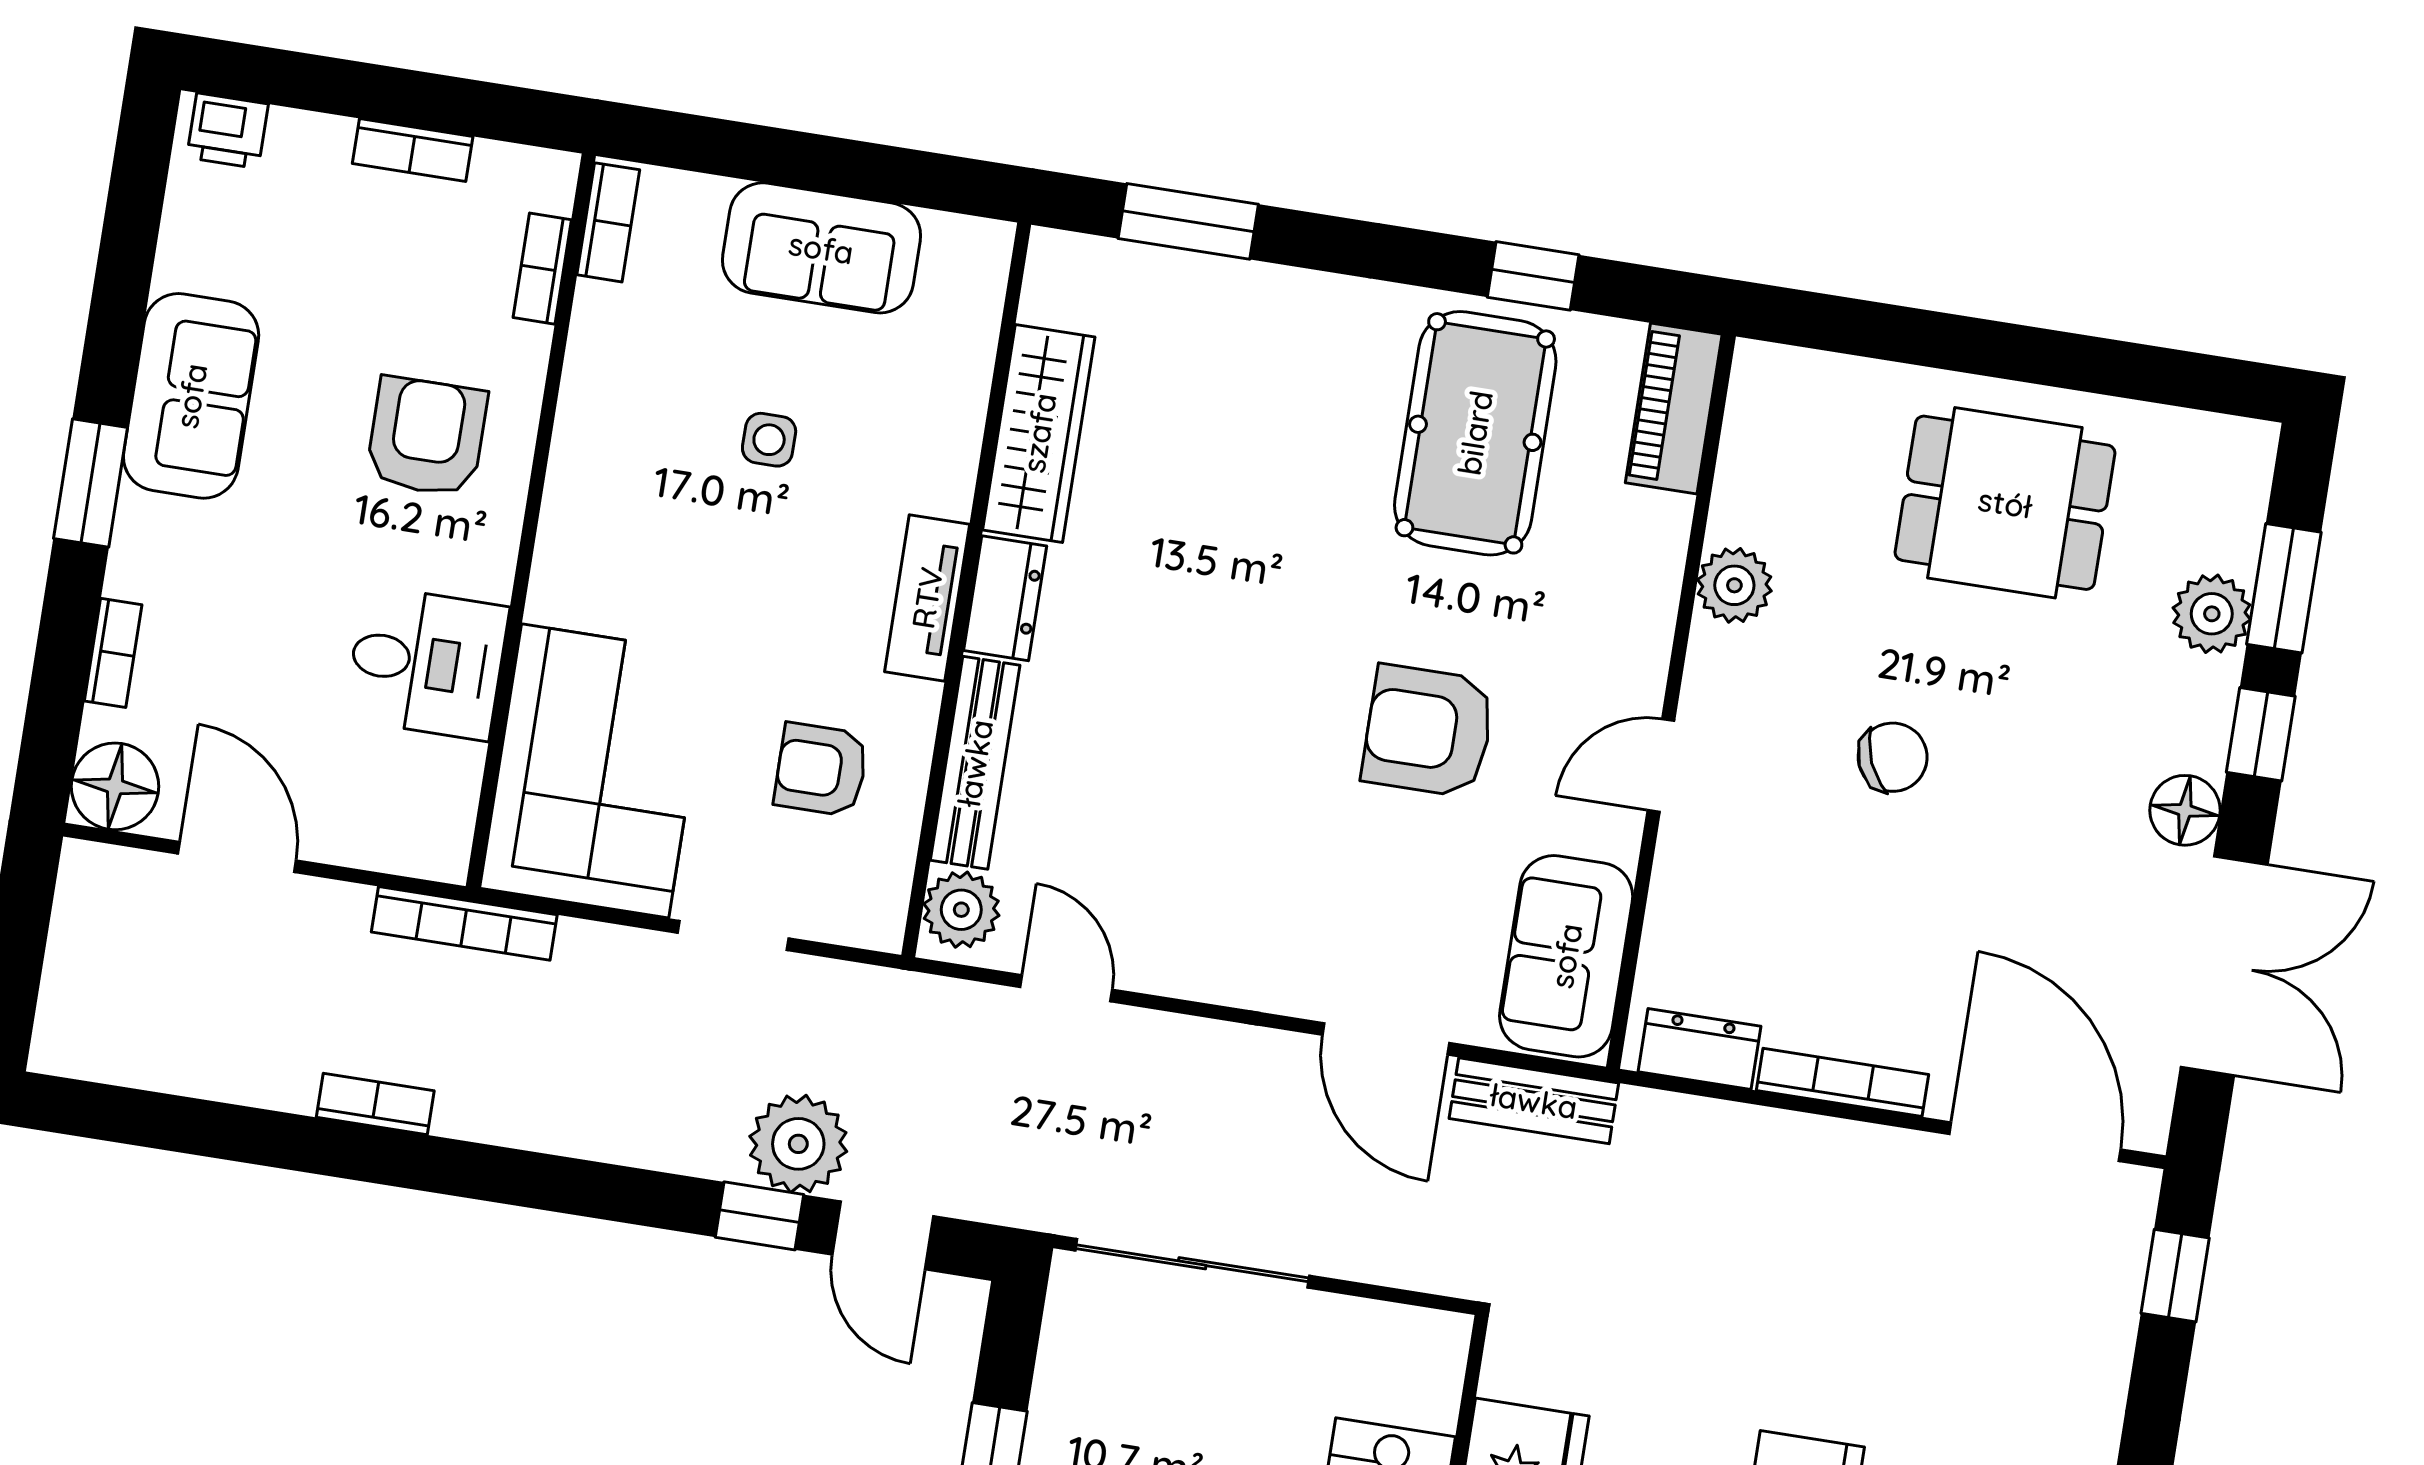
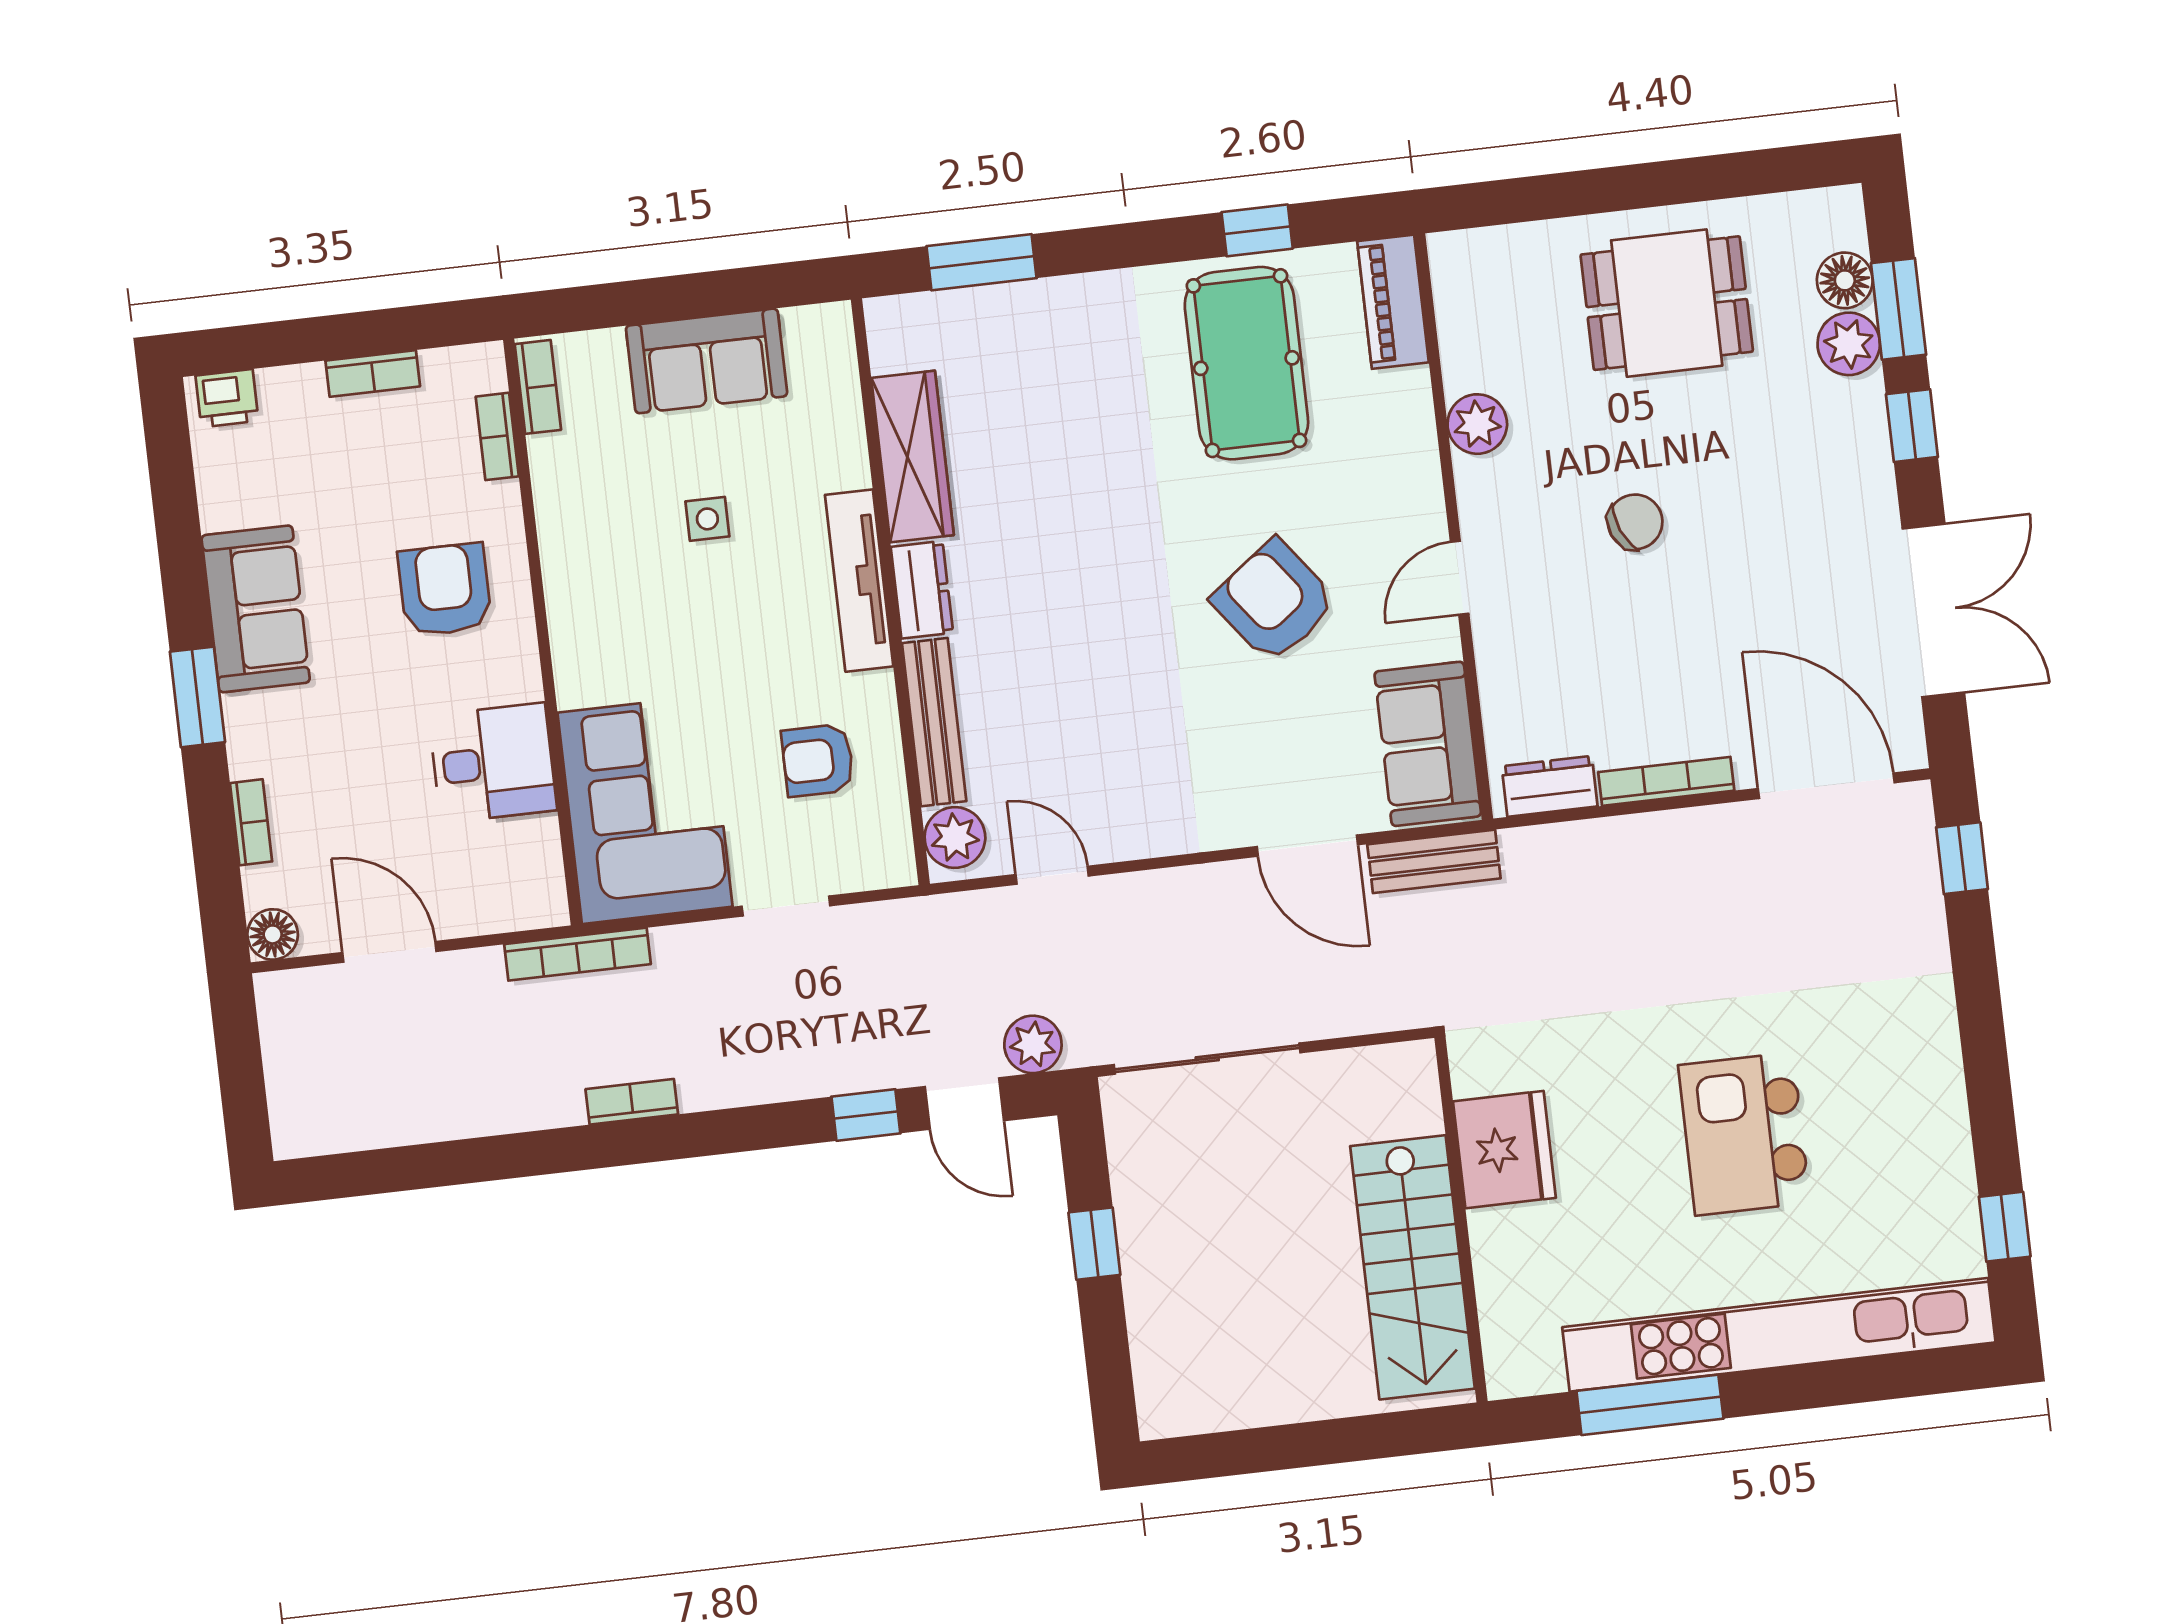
tv unit: (927, 598) -> (859, 581), width x1.41
armchair: (1428, 731) -> (1274, 601), turned 53
floor lamp: (115, 786) -> (273, 934), width x0.73, depth x0.73
floor lamp: (2185, 810) -> (1845, 280), moved
bookcase: (375, 1104) -> (632, 1102), moved
plant: (798, 1144) -> (1033, 1044), moved, width x0.73, depth x0.73

